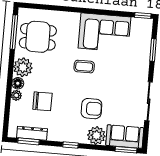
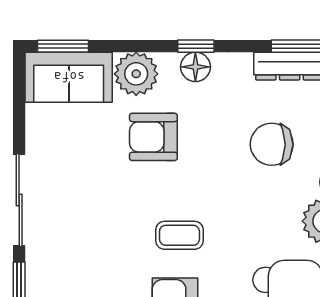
sliding door: (149, 101) -> (19, 200), moved
floor lamp: (71, 136) -> (195, 67), added

